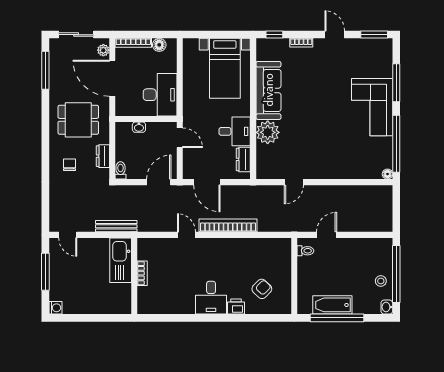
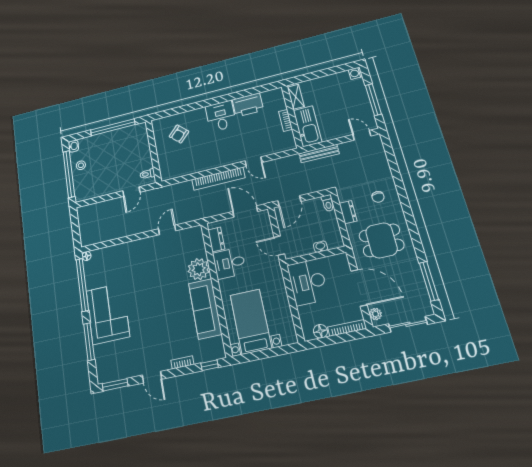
shelving: (125, 298) -> (296, 97), added
bathtub: (332, 305) -> (118, 136), removed
printer: (236, 307) -> (248, 105), moved, width x1.87, depth x1.48

